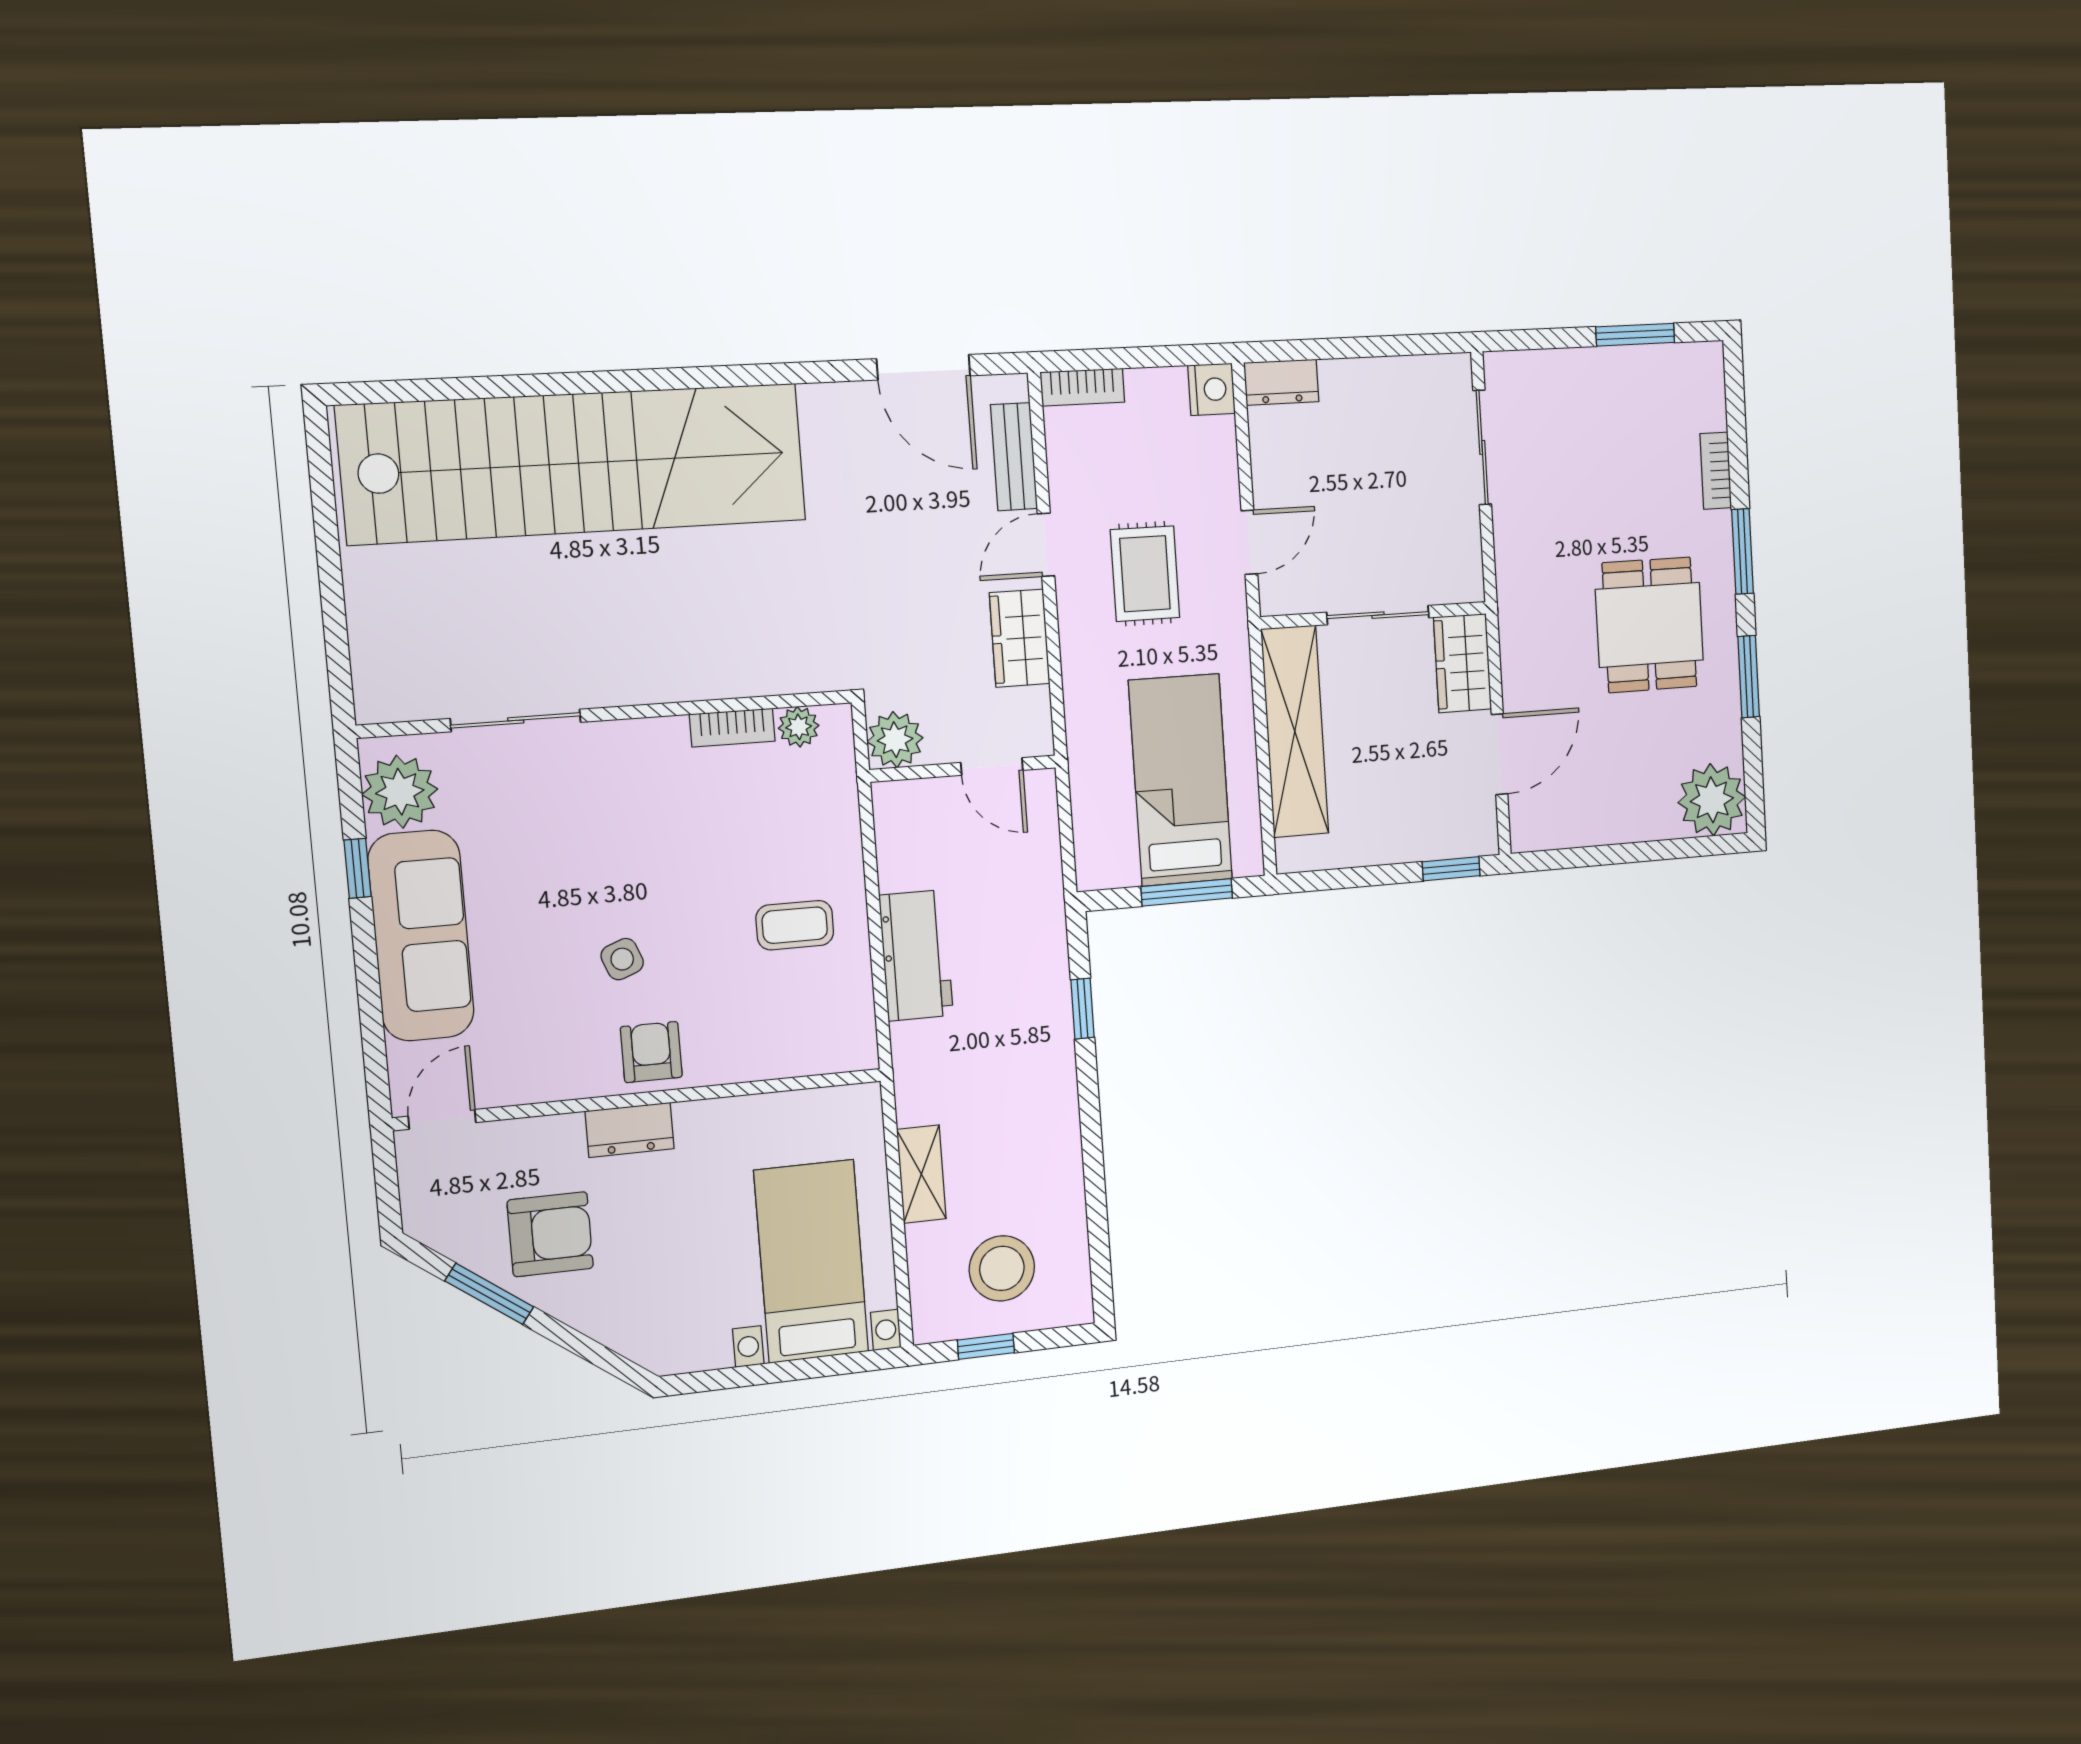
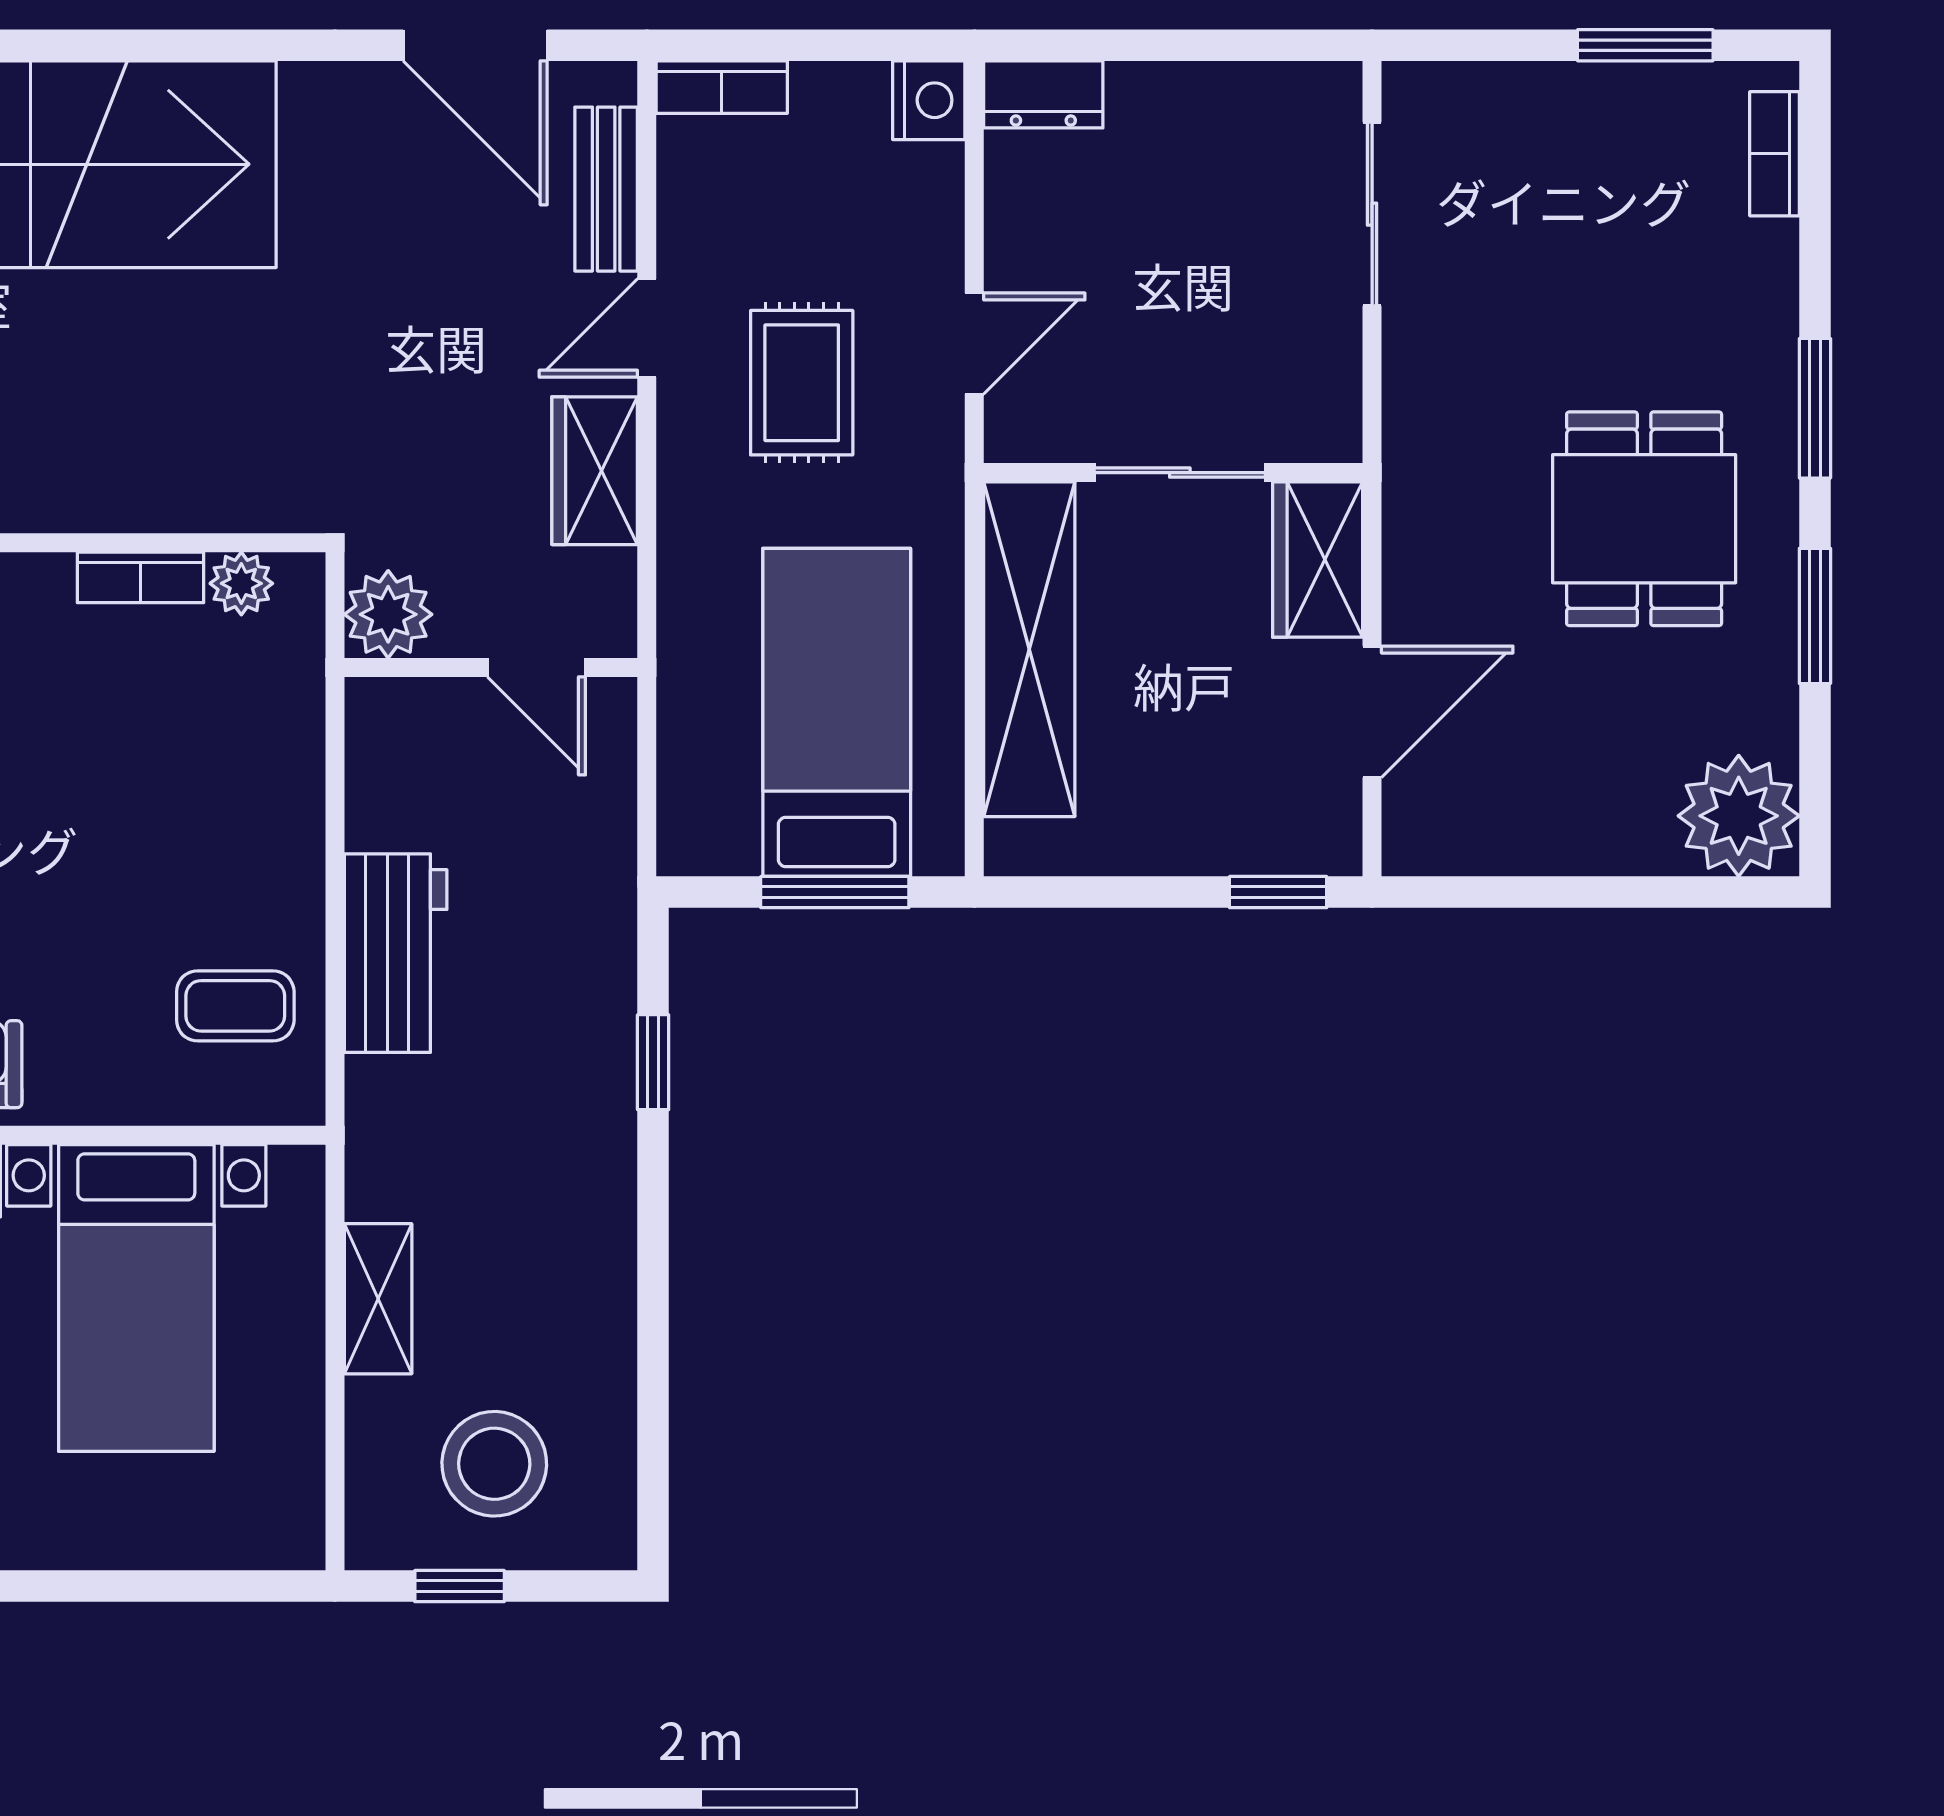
bookcase: (1716, 471) -> (1775, 154), moved
coffee table: (795, 925) -> (235, 1006), moved
bed with nightstands: (811, 1261) -> (136, 1298), moved, turned 180

